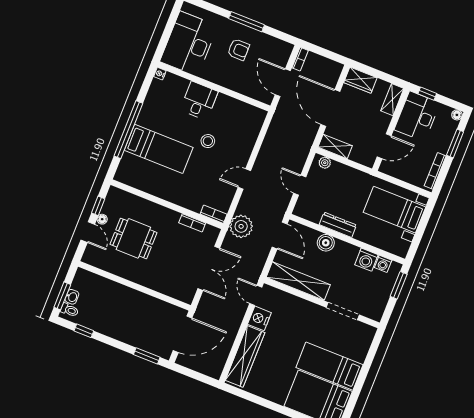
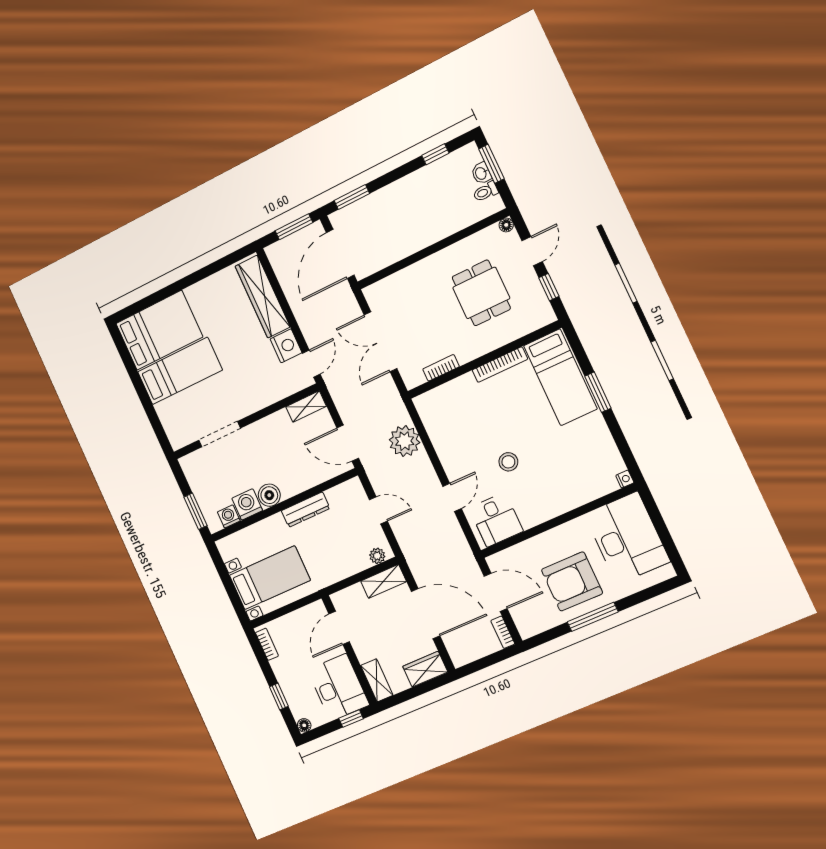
armchair: (238, 50) -> (572, 581), width x1.88, depth x1.88
desk: (199, 101) -> (496, 520), moved
window: (128, 130) -> (598, 392), width x0.47
window: (455, 143) -> (279, 696), width x0.67
bed: (159, 149) -> (560, 377), moved, turned -90
bookcase: (435, 171) -> (267, 644), width x0.64
door: (244, 179) -> (452, 497), moved
bookcase: (214, 214) -> (500, 365), moved, width x1.56
floor lamp: (102, 219) -> (506, 225), moved
plant: (241, 226) -> (405, 441), moved
door: (88, 232) -> (532, 251), swing flipped
dining table: (133, 238) -> (481, 293), turned 90
boiler: (326, 243) -> (269, 495), moved
shelving: (298, 281) -> (306, 407), width x0.45, depth x0.75
door: (256, 295) -> (311, 364), hinge flipped
toilet: (70, 310) -> (486, 192), moved
window: (191, 374) -> (294, 227), added

